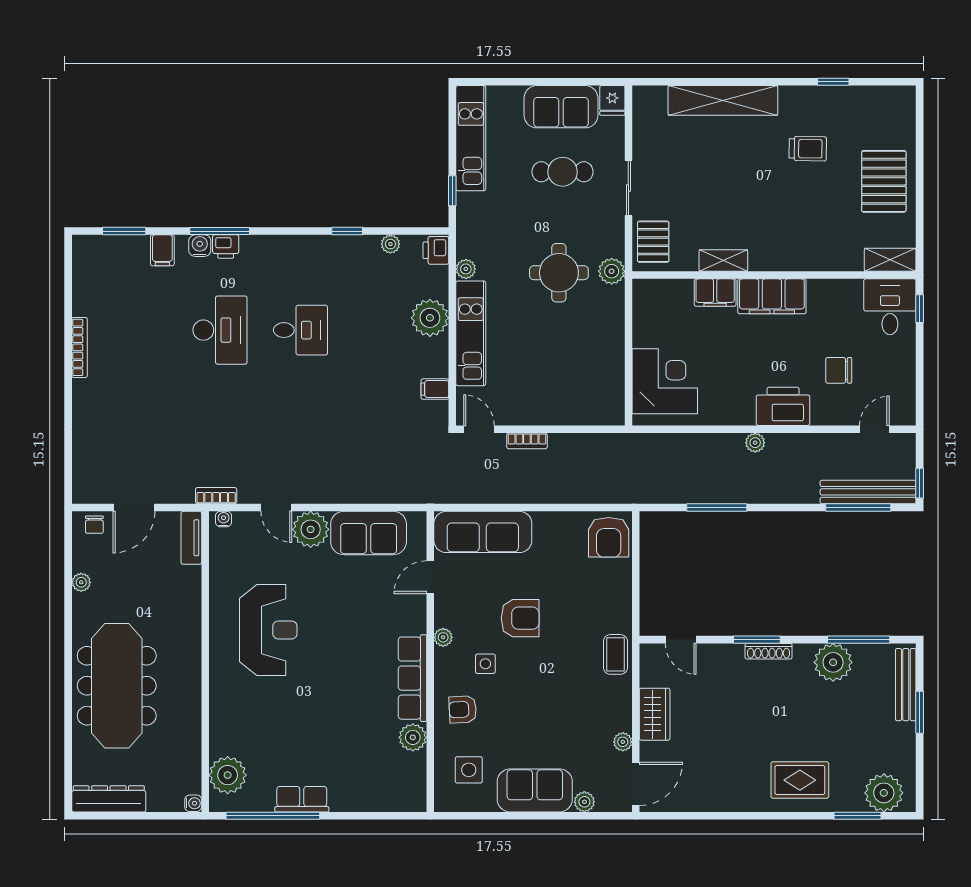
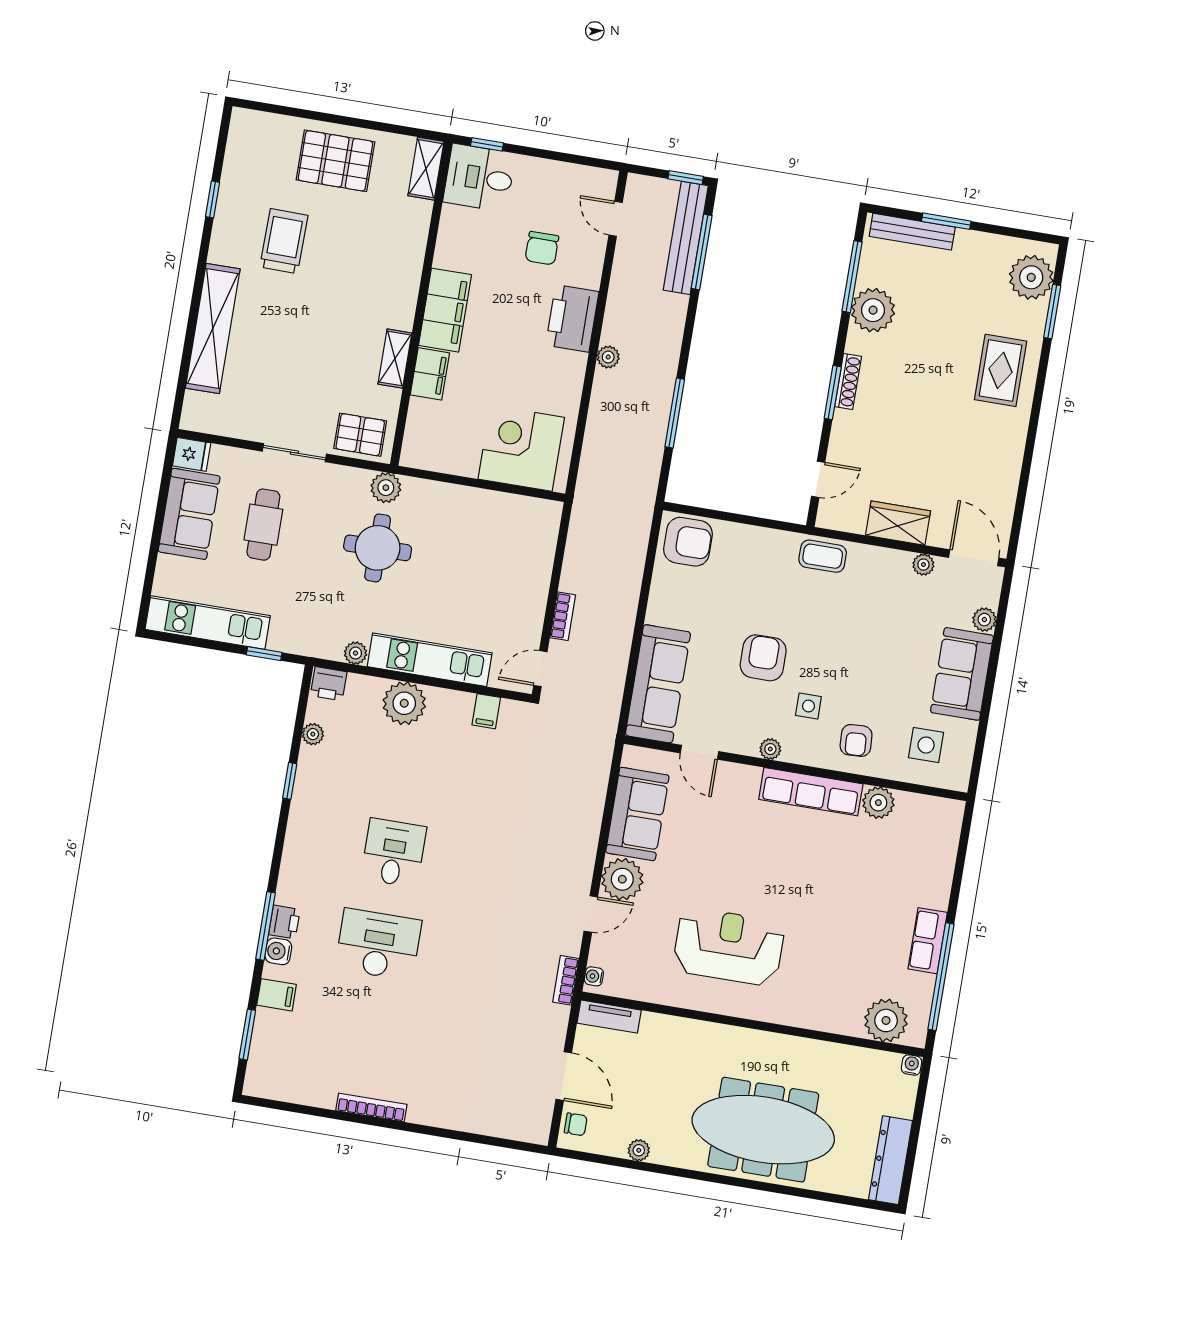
trolley: (808, 149) -> (284, 241), width x1.36, depth x1.39

